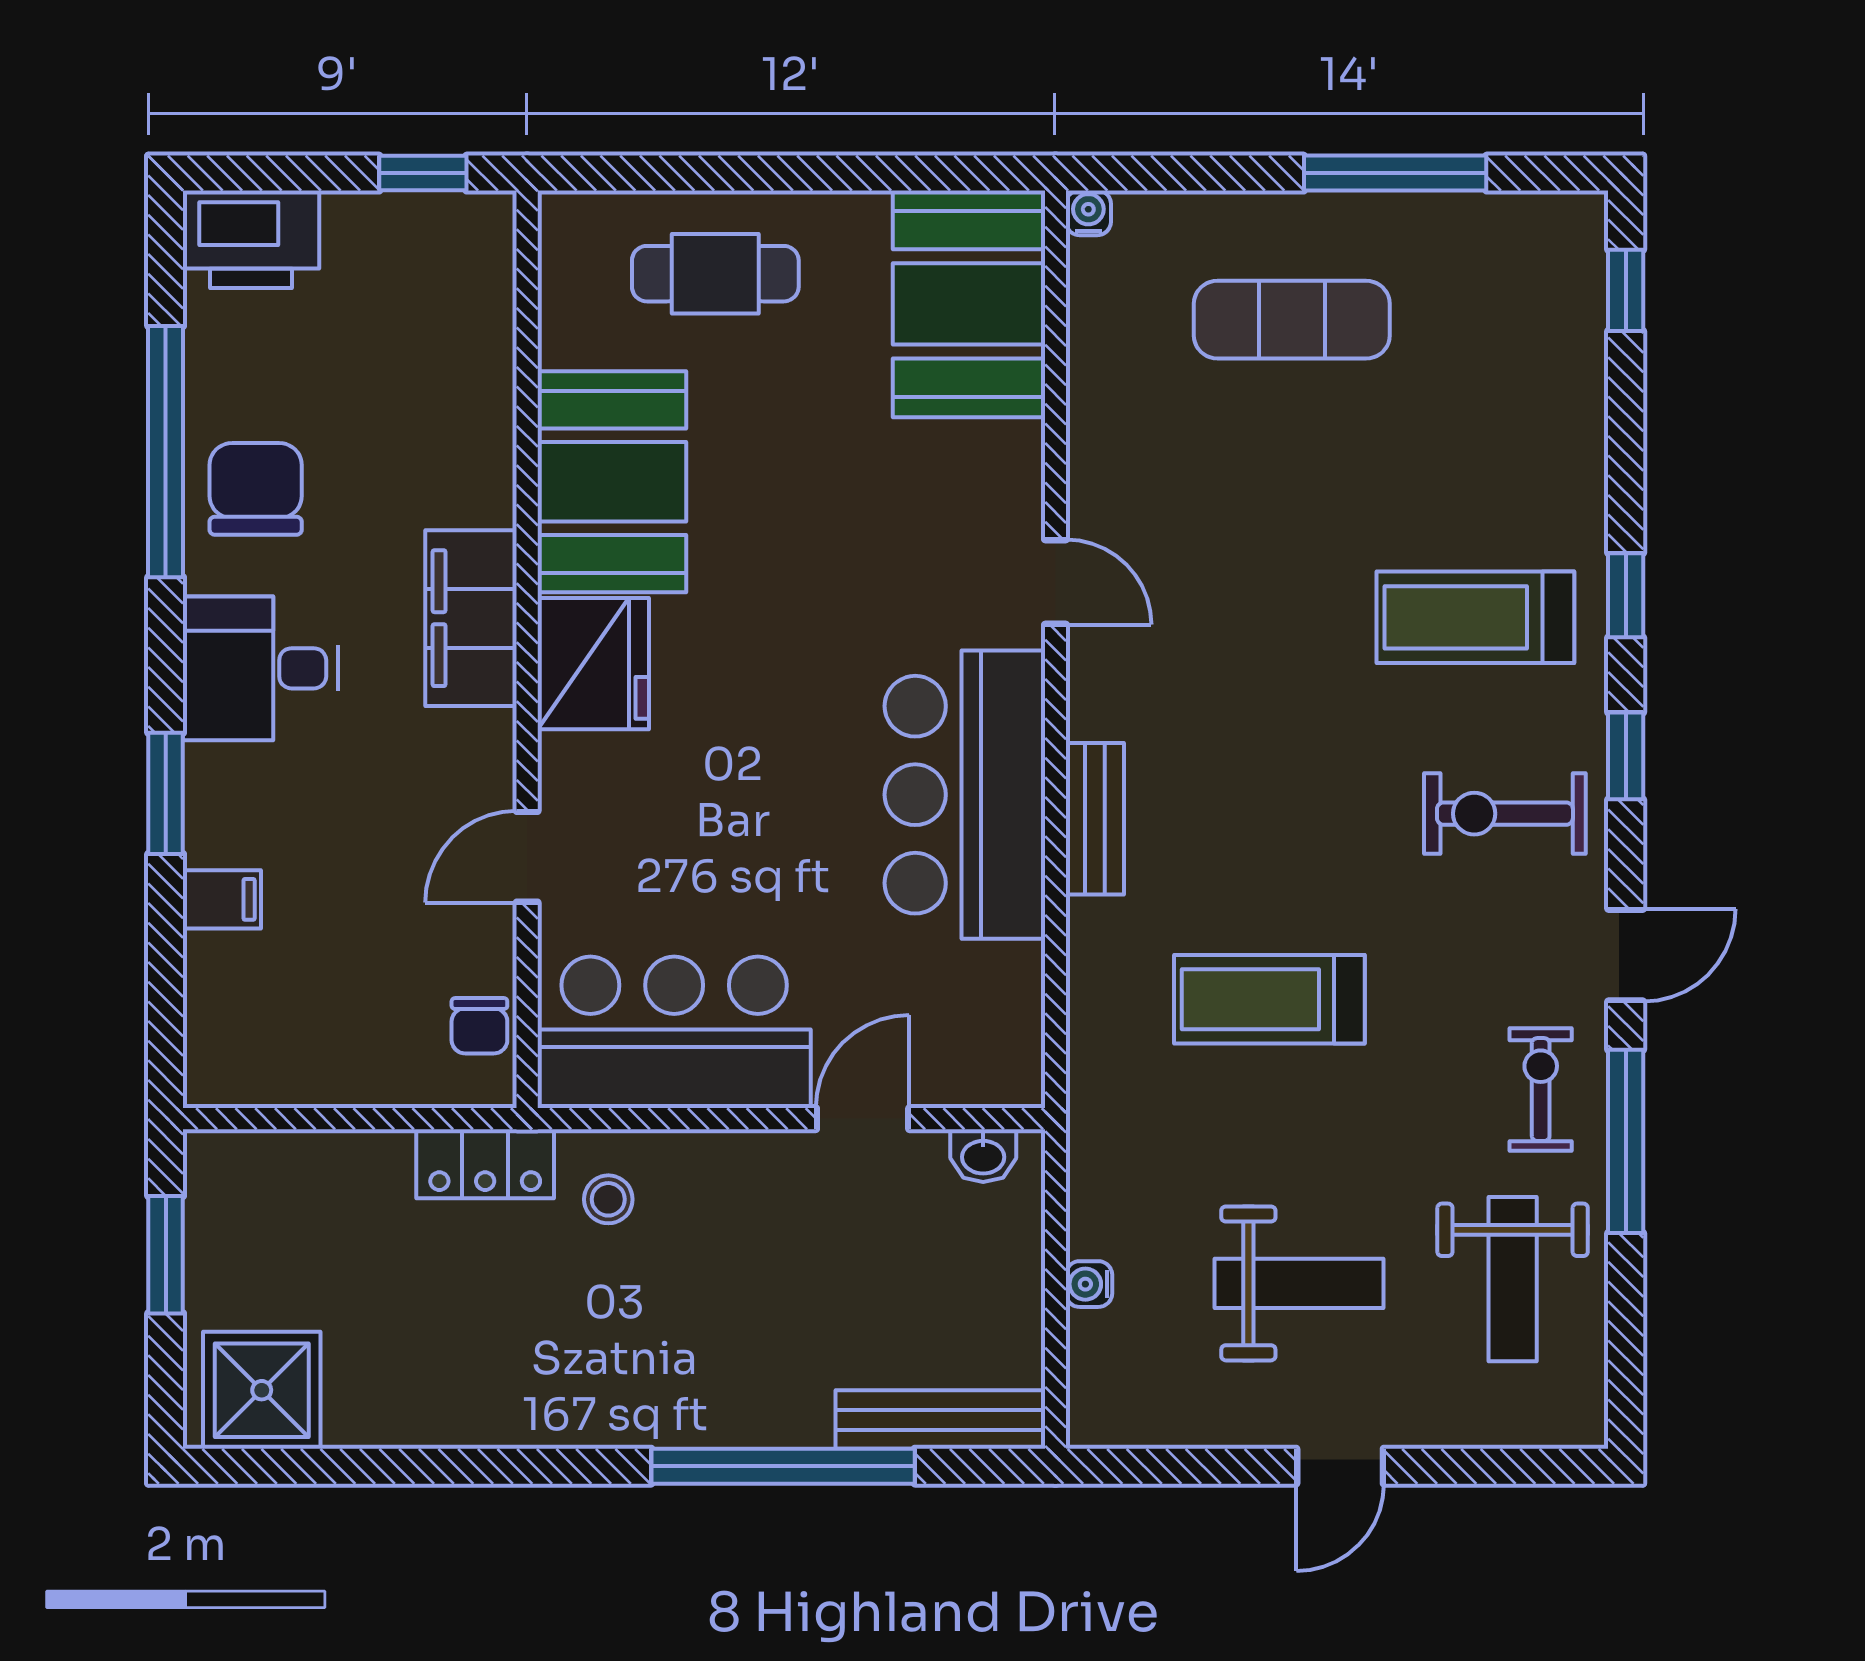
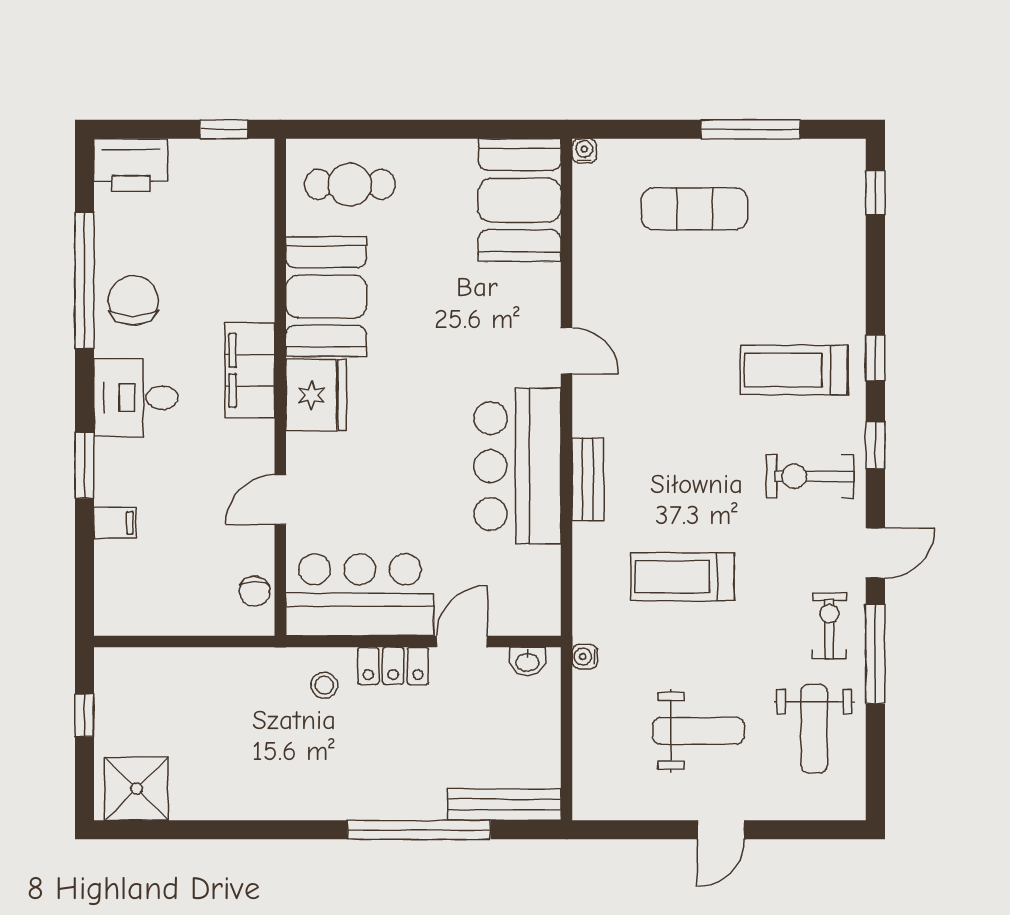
cafe table: (715, 274) -> (350, 184), moved
locker: (485, 1164) -> (393, 666), moved
window: (166, 1255) -> (84, 715), width x0.67
water cooler: (1089, 1284) -> (585, 657), moved

